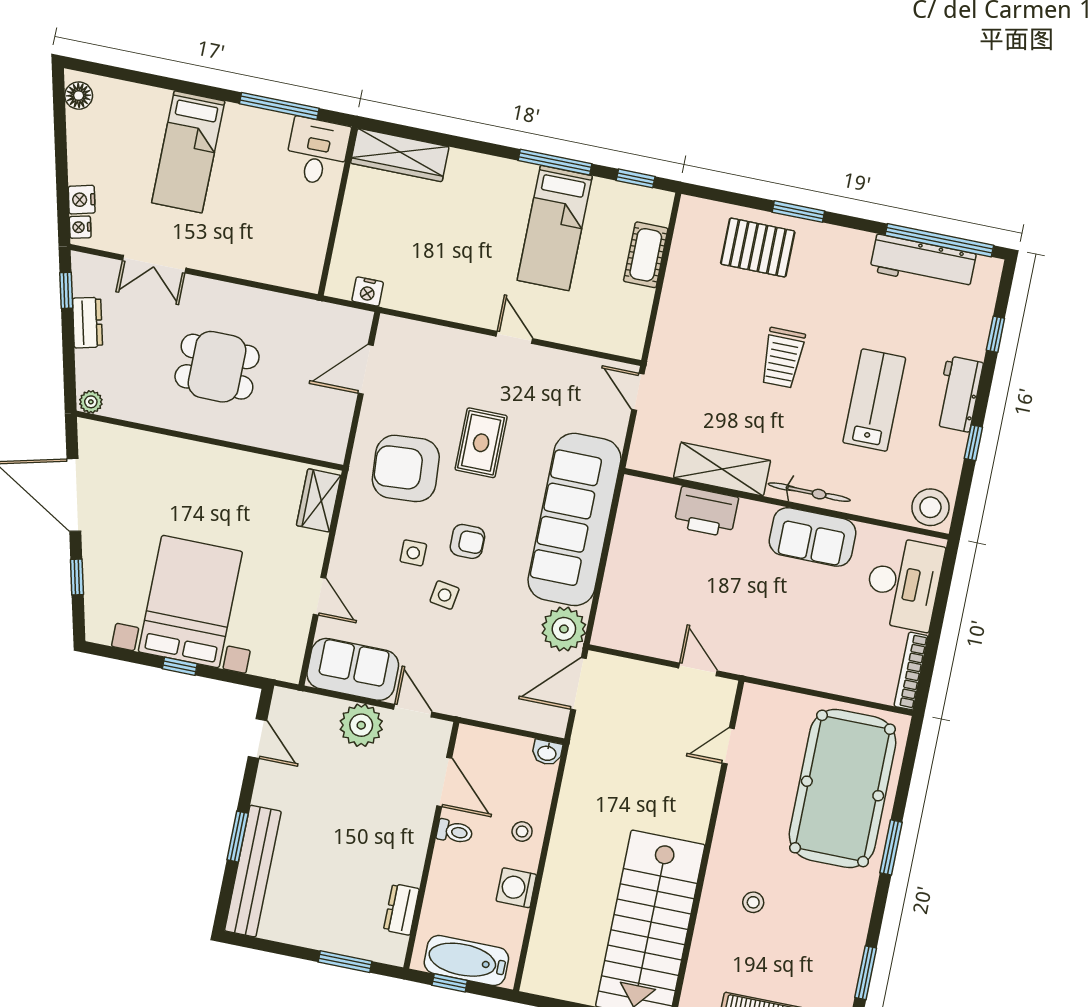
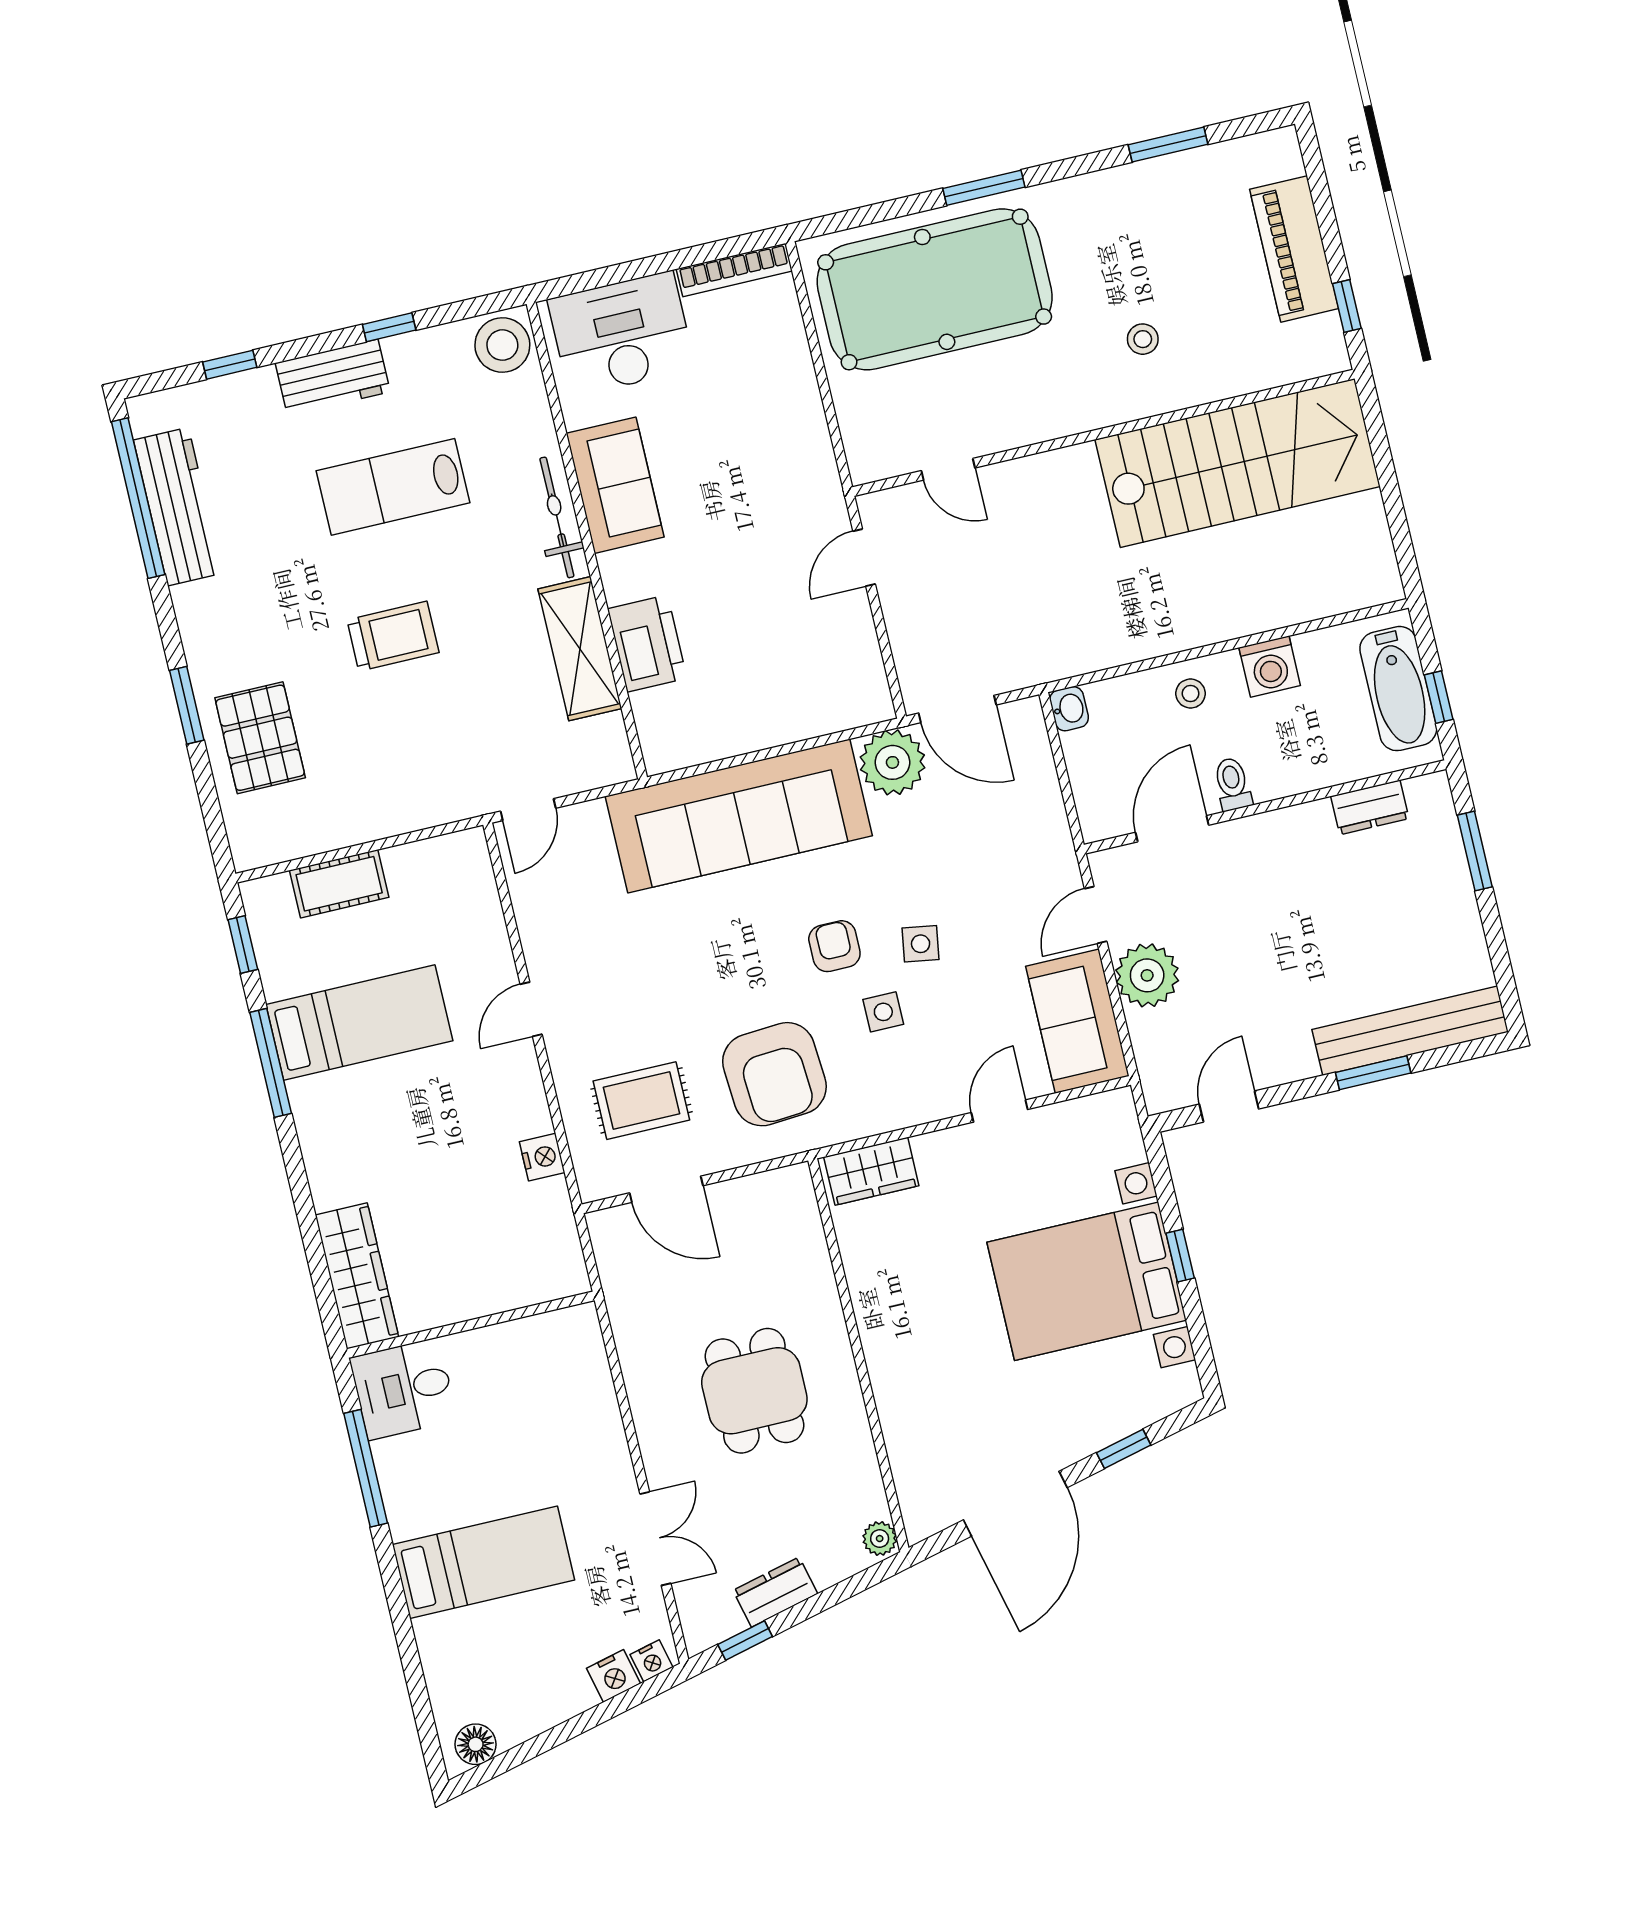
nightstand: (368, 292) -> (542, 1157), moved
rug: (481, 443) -> (641, 1101), moved

